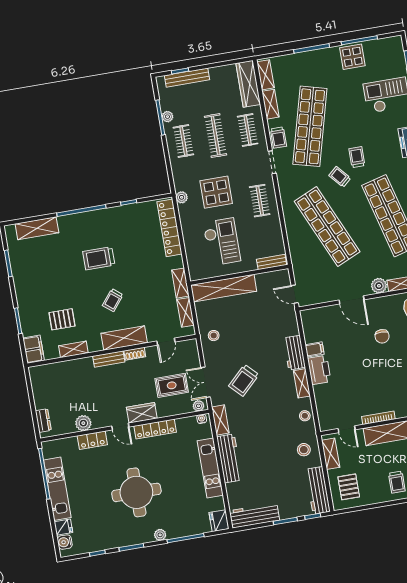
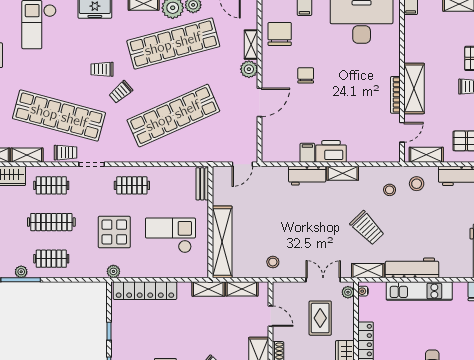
chair: (382, 336) -> (306, 75), turned -90
trolley: (244, 380) -> (367, 228), moved
double door: (206, 382) -> (323, 280), swing flipped
stool: (305, 416) -> (390, 190), moved

